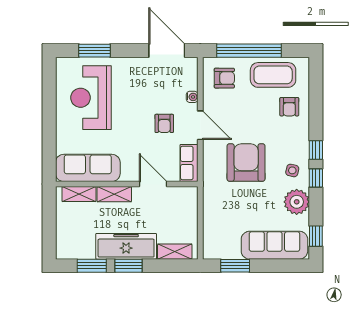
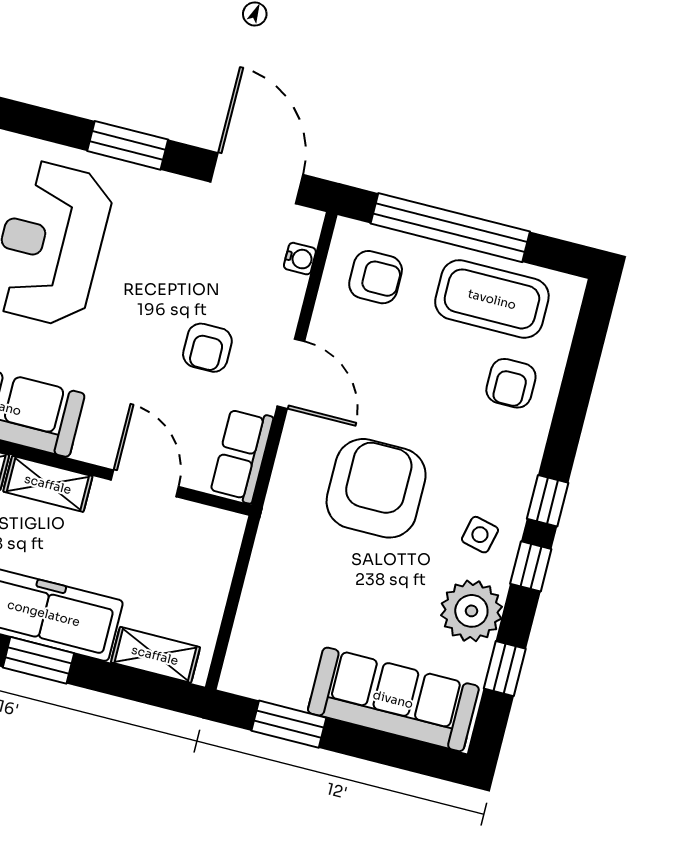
window: (94, 51) -> (128, 145), moved
water cooler: (192, 97) -> (300, 259), moved
window: (316, 236) -> (505, 669), moved

